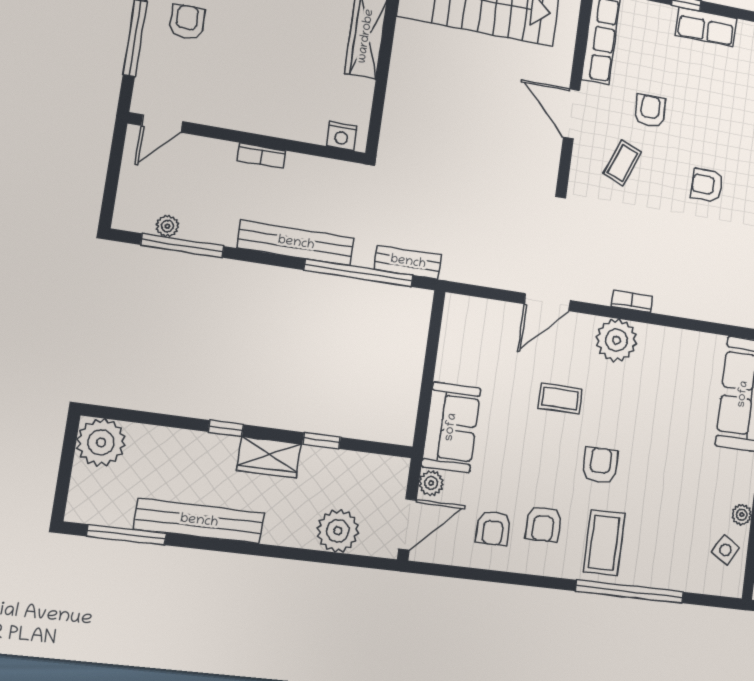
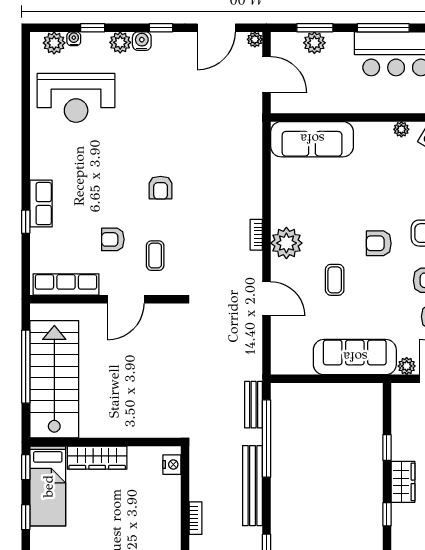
coffee table: (623, 163) -> (155, 256), turned 68
sofa: (451, 427) -> (355, 357), width x1.36

